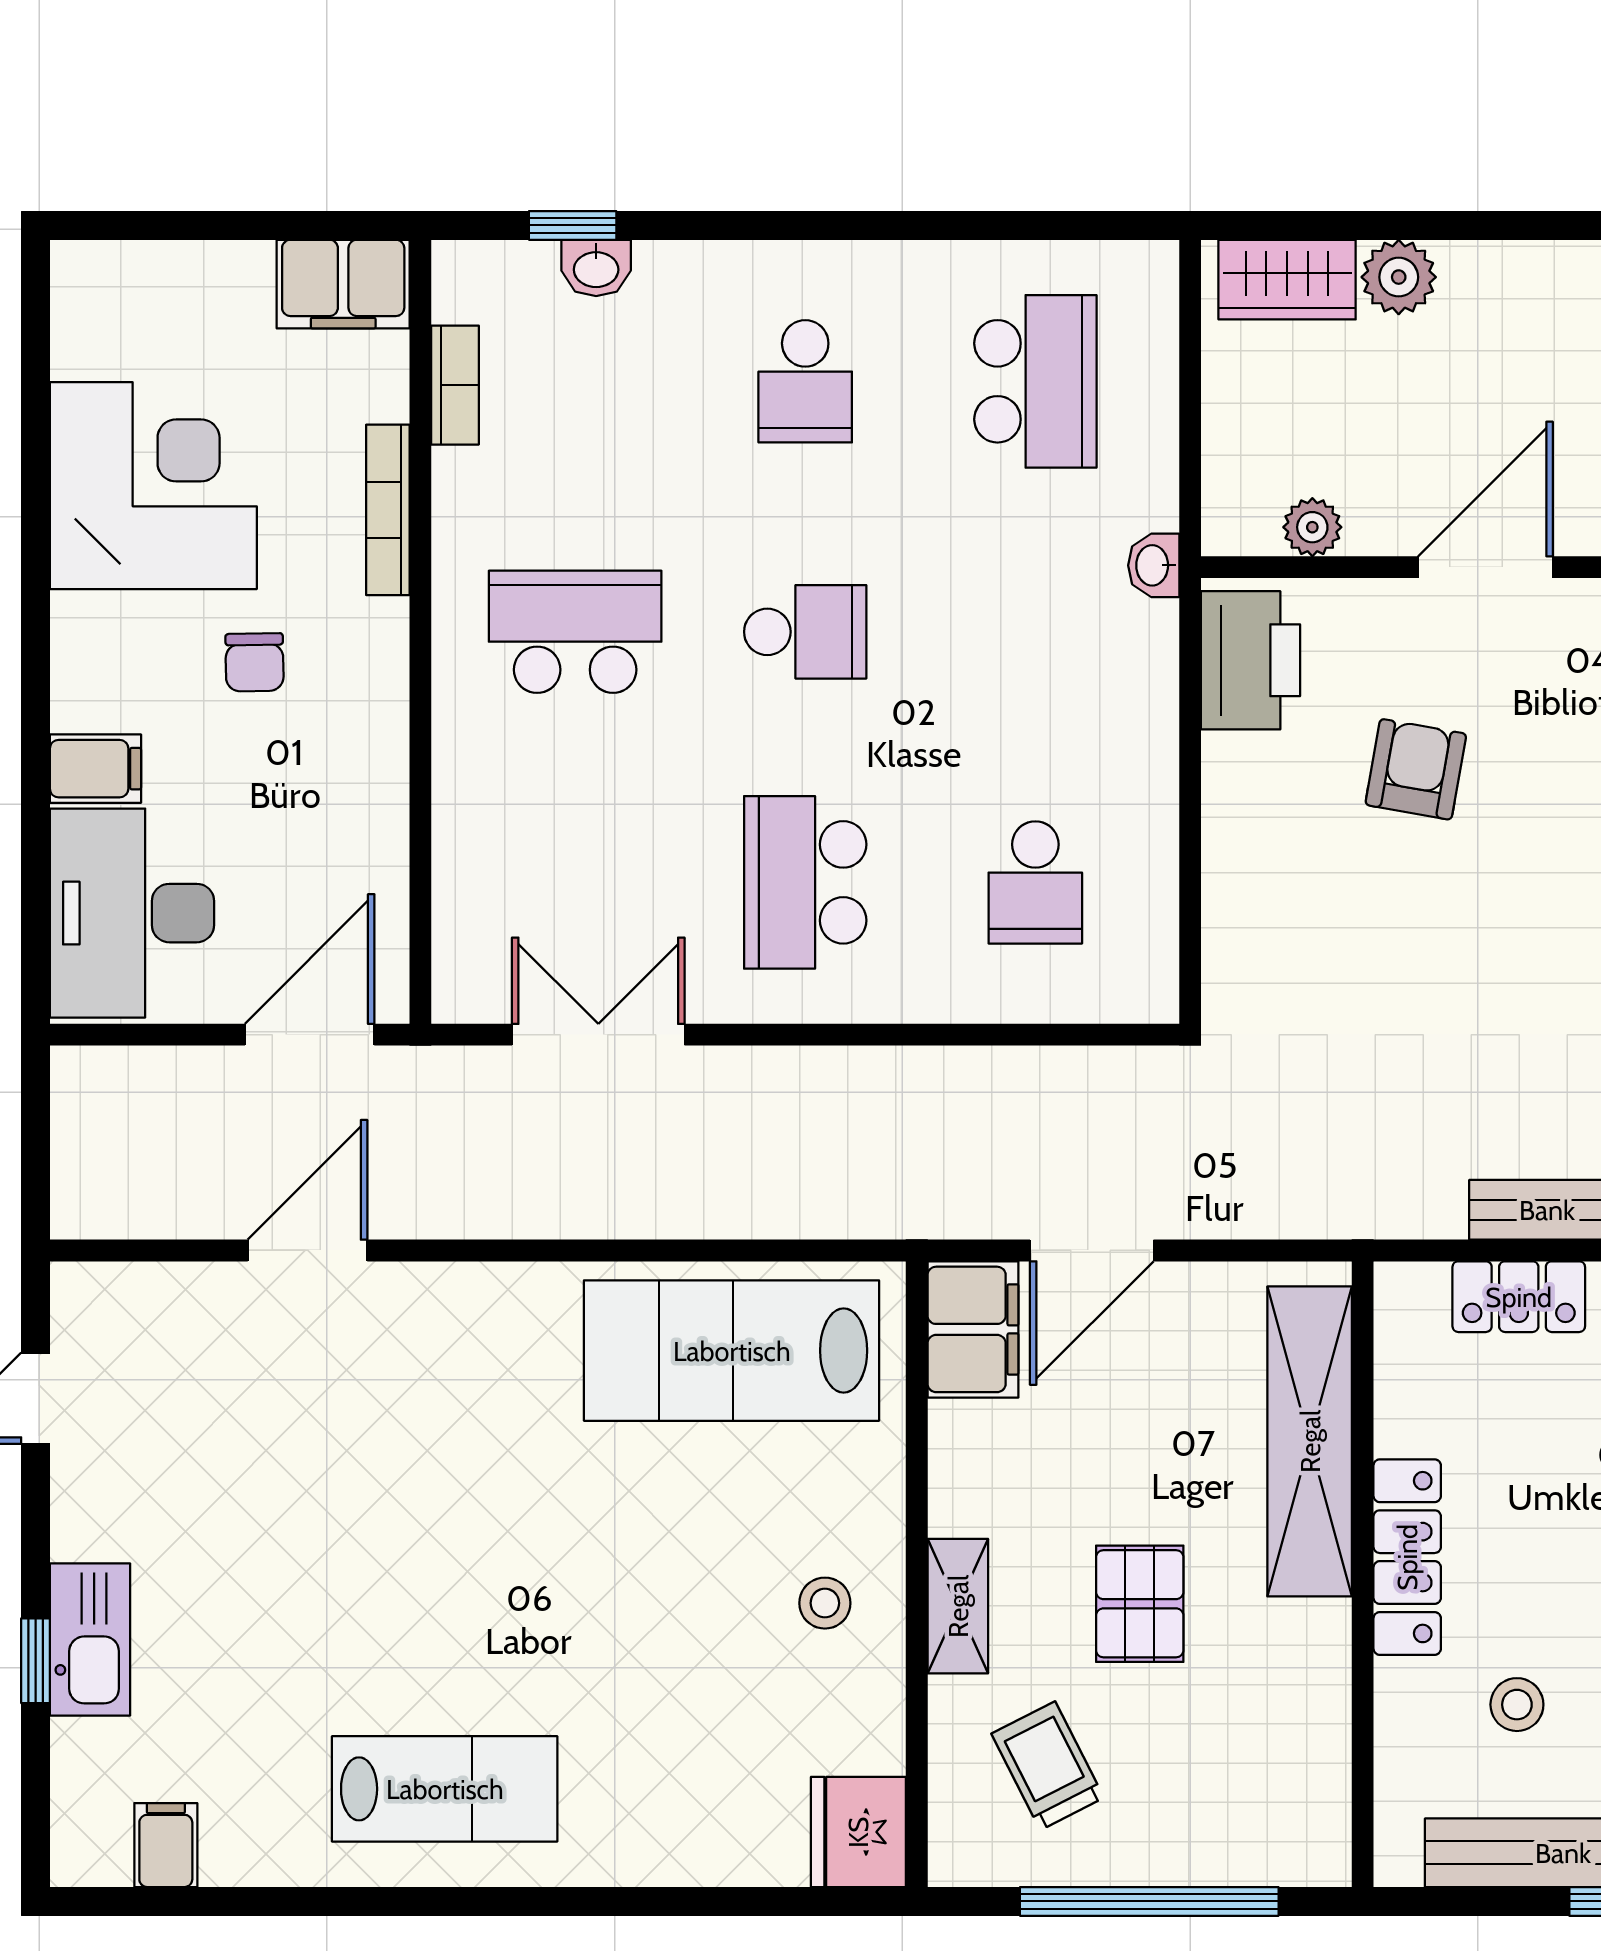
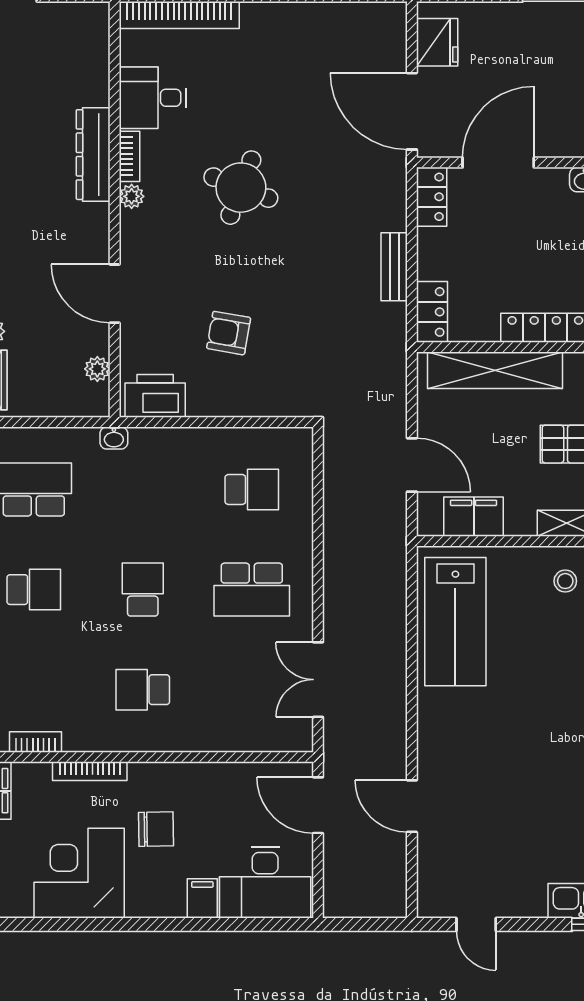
school desk: (575, 632) -> (143, 690), width x0.54
chair: (255, 662) -> (156, 829), width x1.37, depth x1.37
armchair: (1416, 769) -> (229, 333), moved
locker: (1519, 1297) -> (432, 312), moved
filing cabinet: (973, 1329) -> (474, 517), moved

